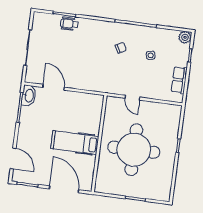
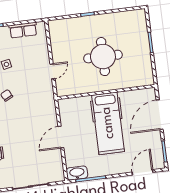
door: (54, 87) -> (61, 137), moved
hospital bed: (75, 142) -> (108, 123), width x1.37, depth x1.29
round table: (134, 150) -> (103, 57), width x0.73, depth x0.73

